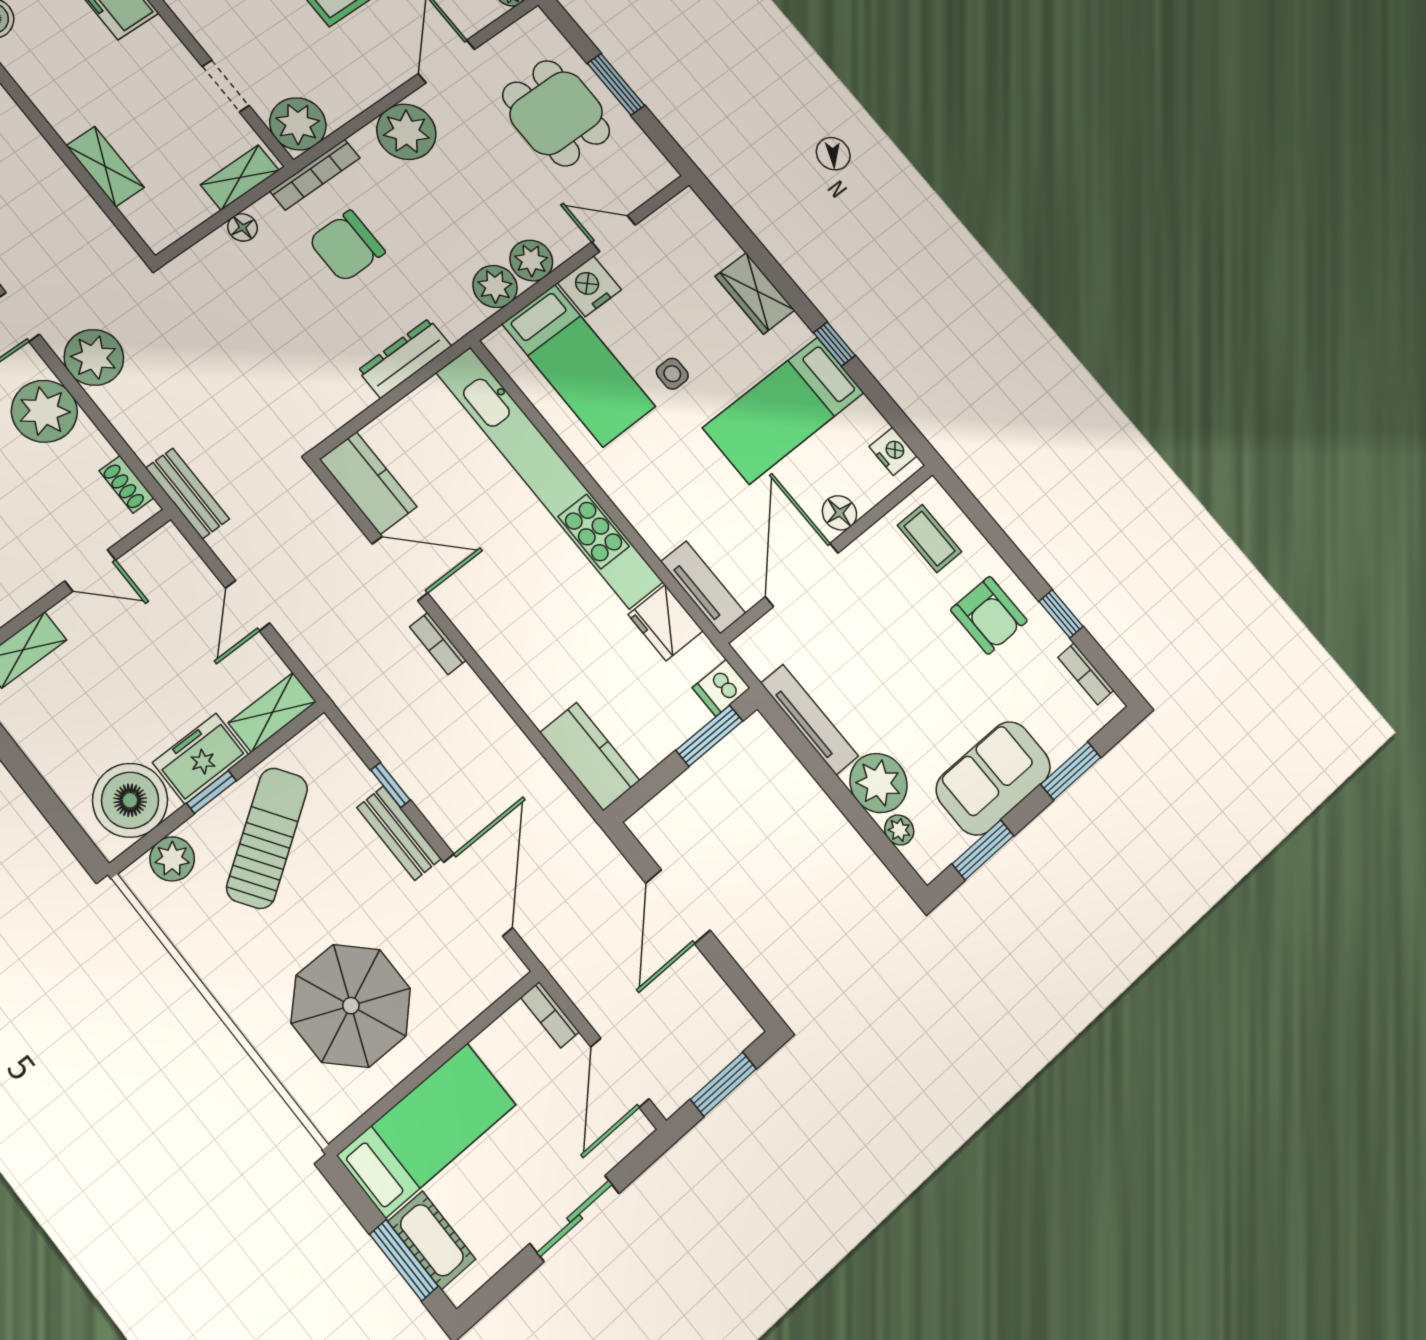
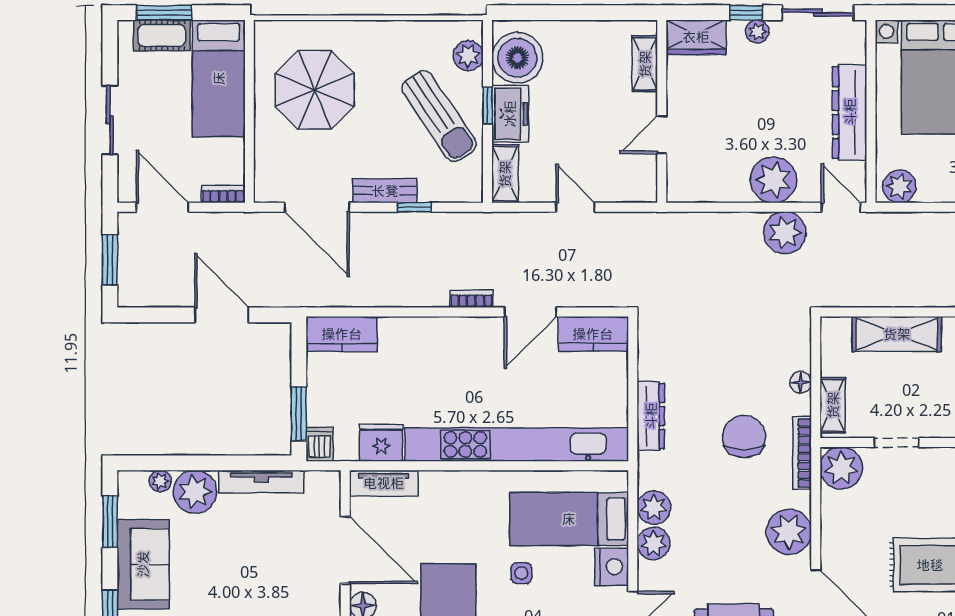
shelving: (105, 166) -> (897, 334), width x1.50, depth x1.33
shoe rack: (126, 484) -> (696, 194), removed
bench: (188, 493) -> (665, 224), removed

